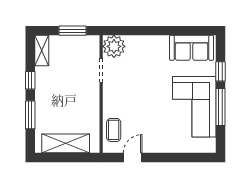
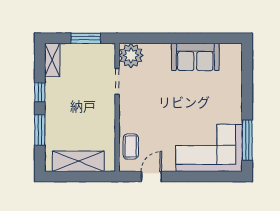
sofa: (192, 48) -> (195, 57), moved
window: (221, 71) -> (247, 83), removed
corner sofa: (194, 107) -> (209, 148), moved, turned 90
window: (221, 107) -> (247, 140), moved

